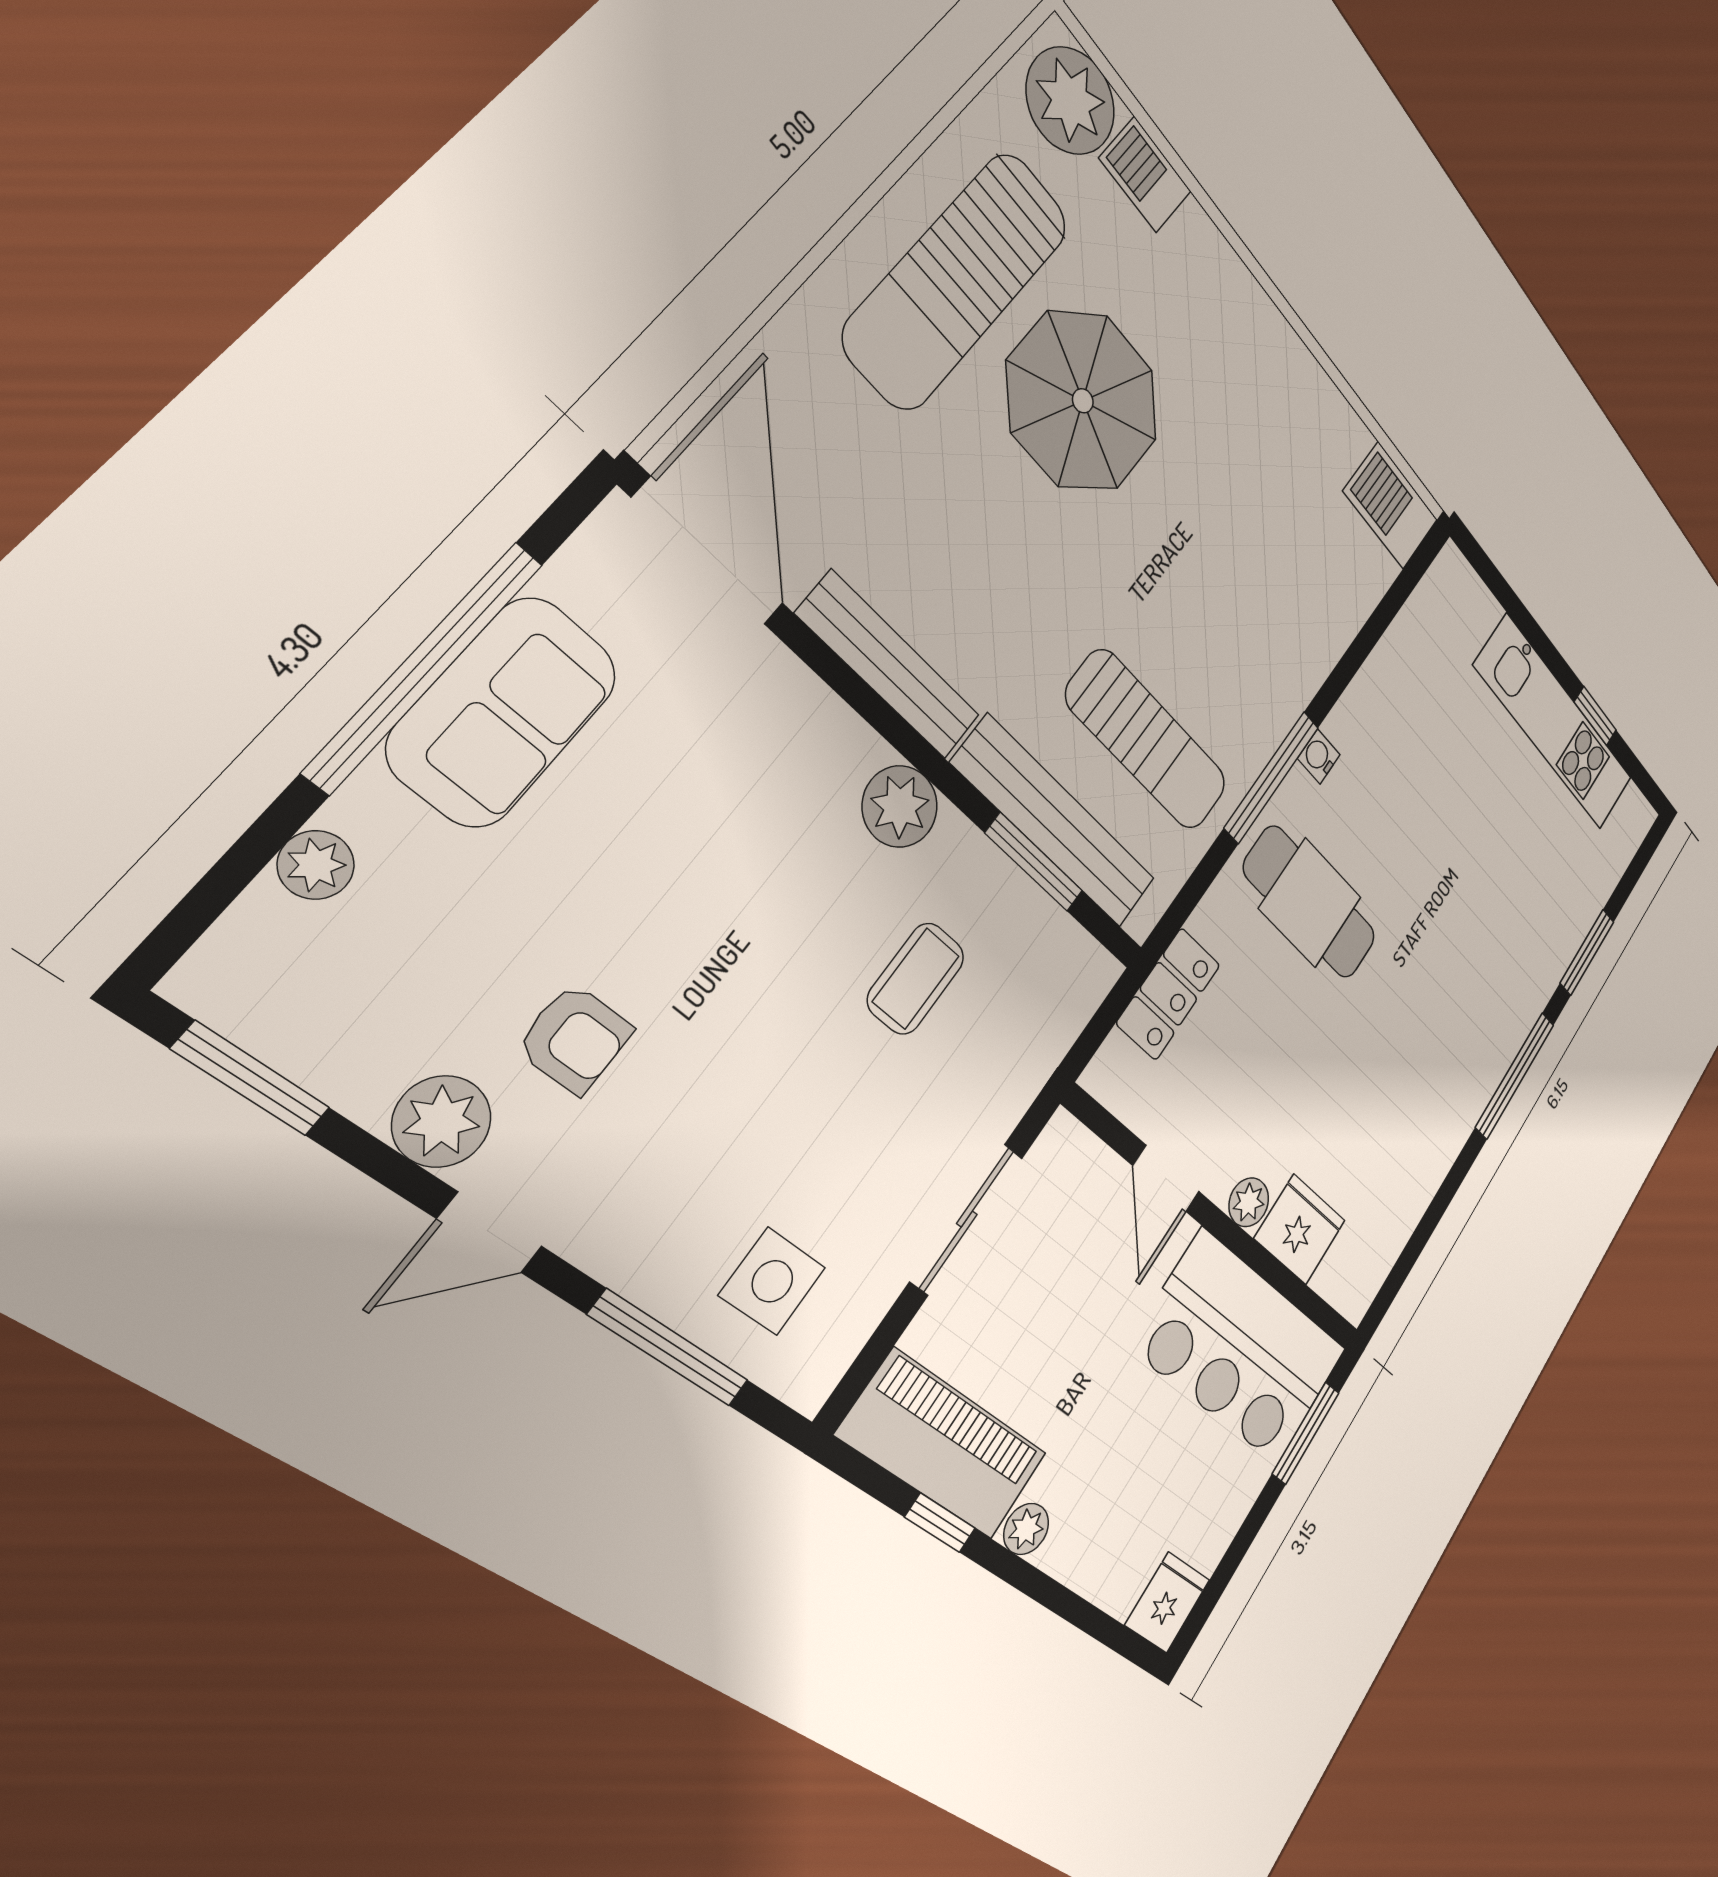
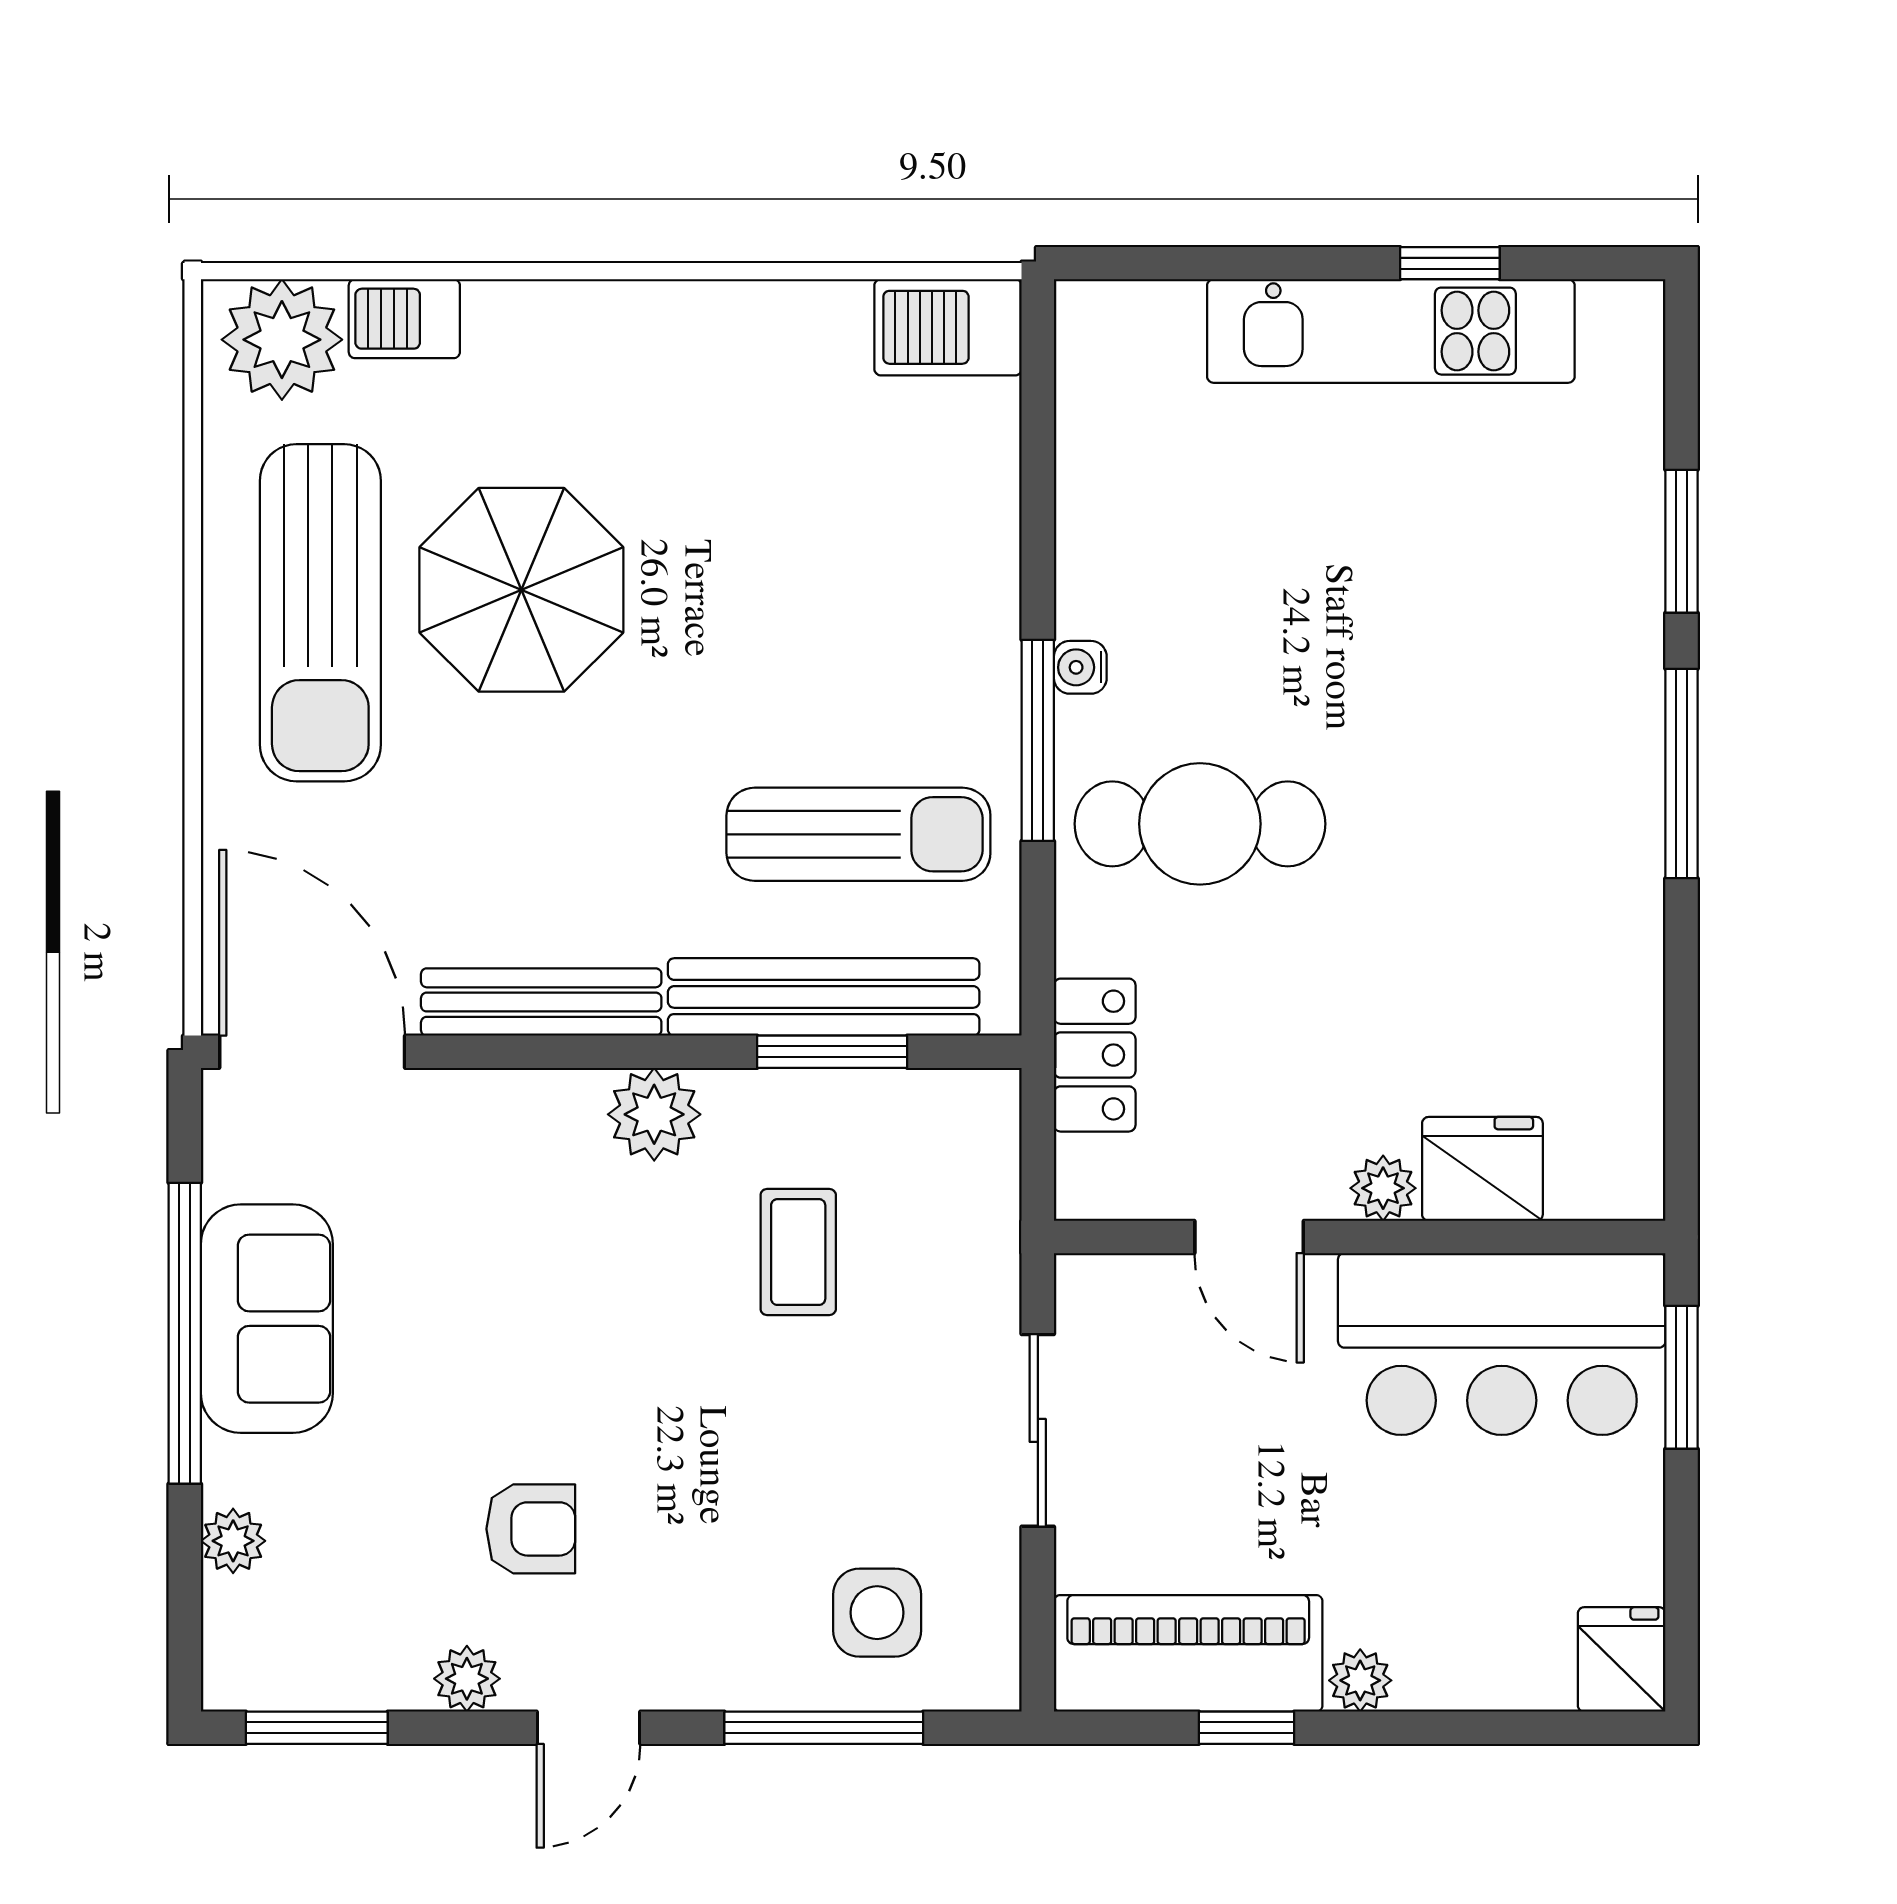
plant: (442, 1122) -> (467, 1679), width x0.73, depth x0.73

